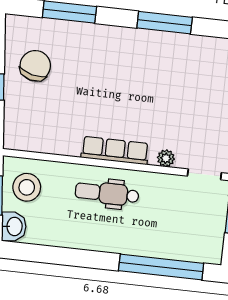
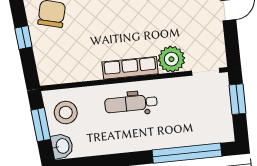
plant: (166, 158) -> (171, 59), width x1.88, depth x1.88

